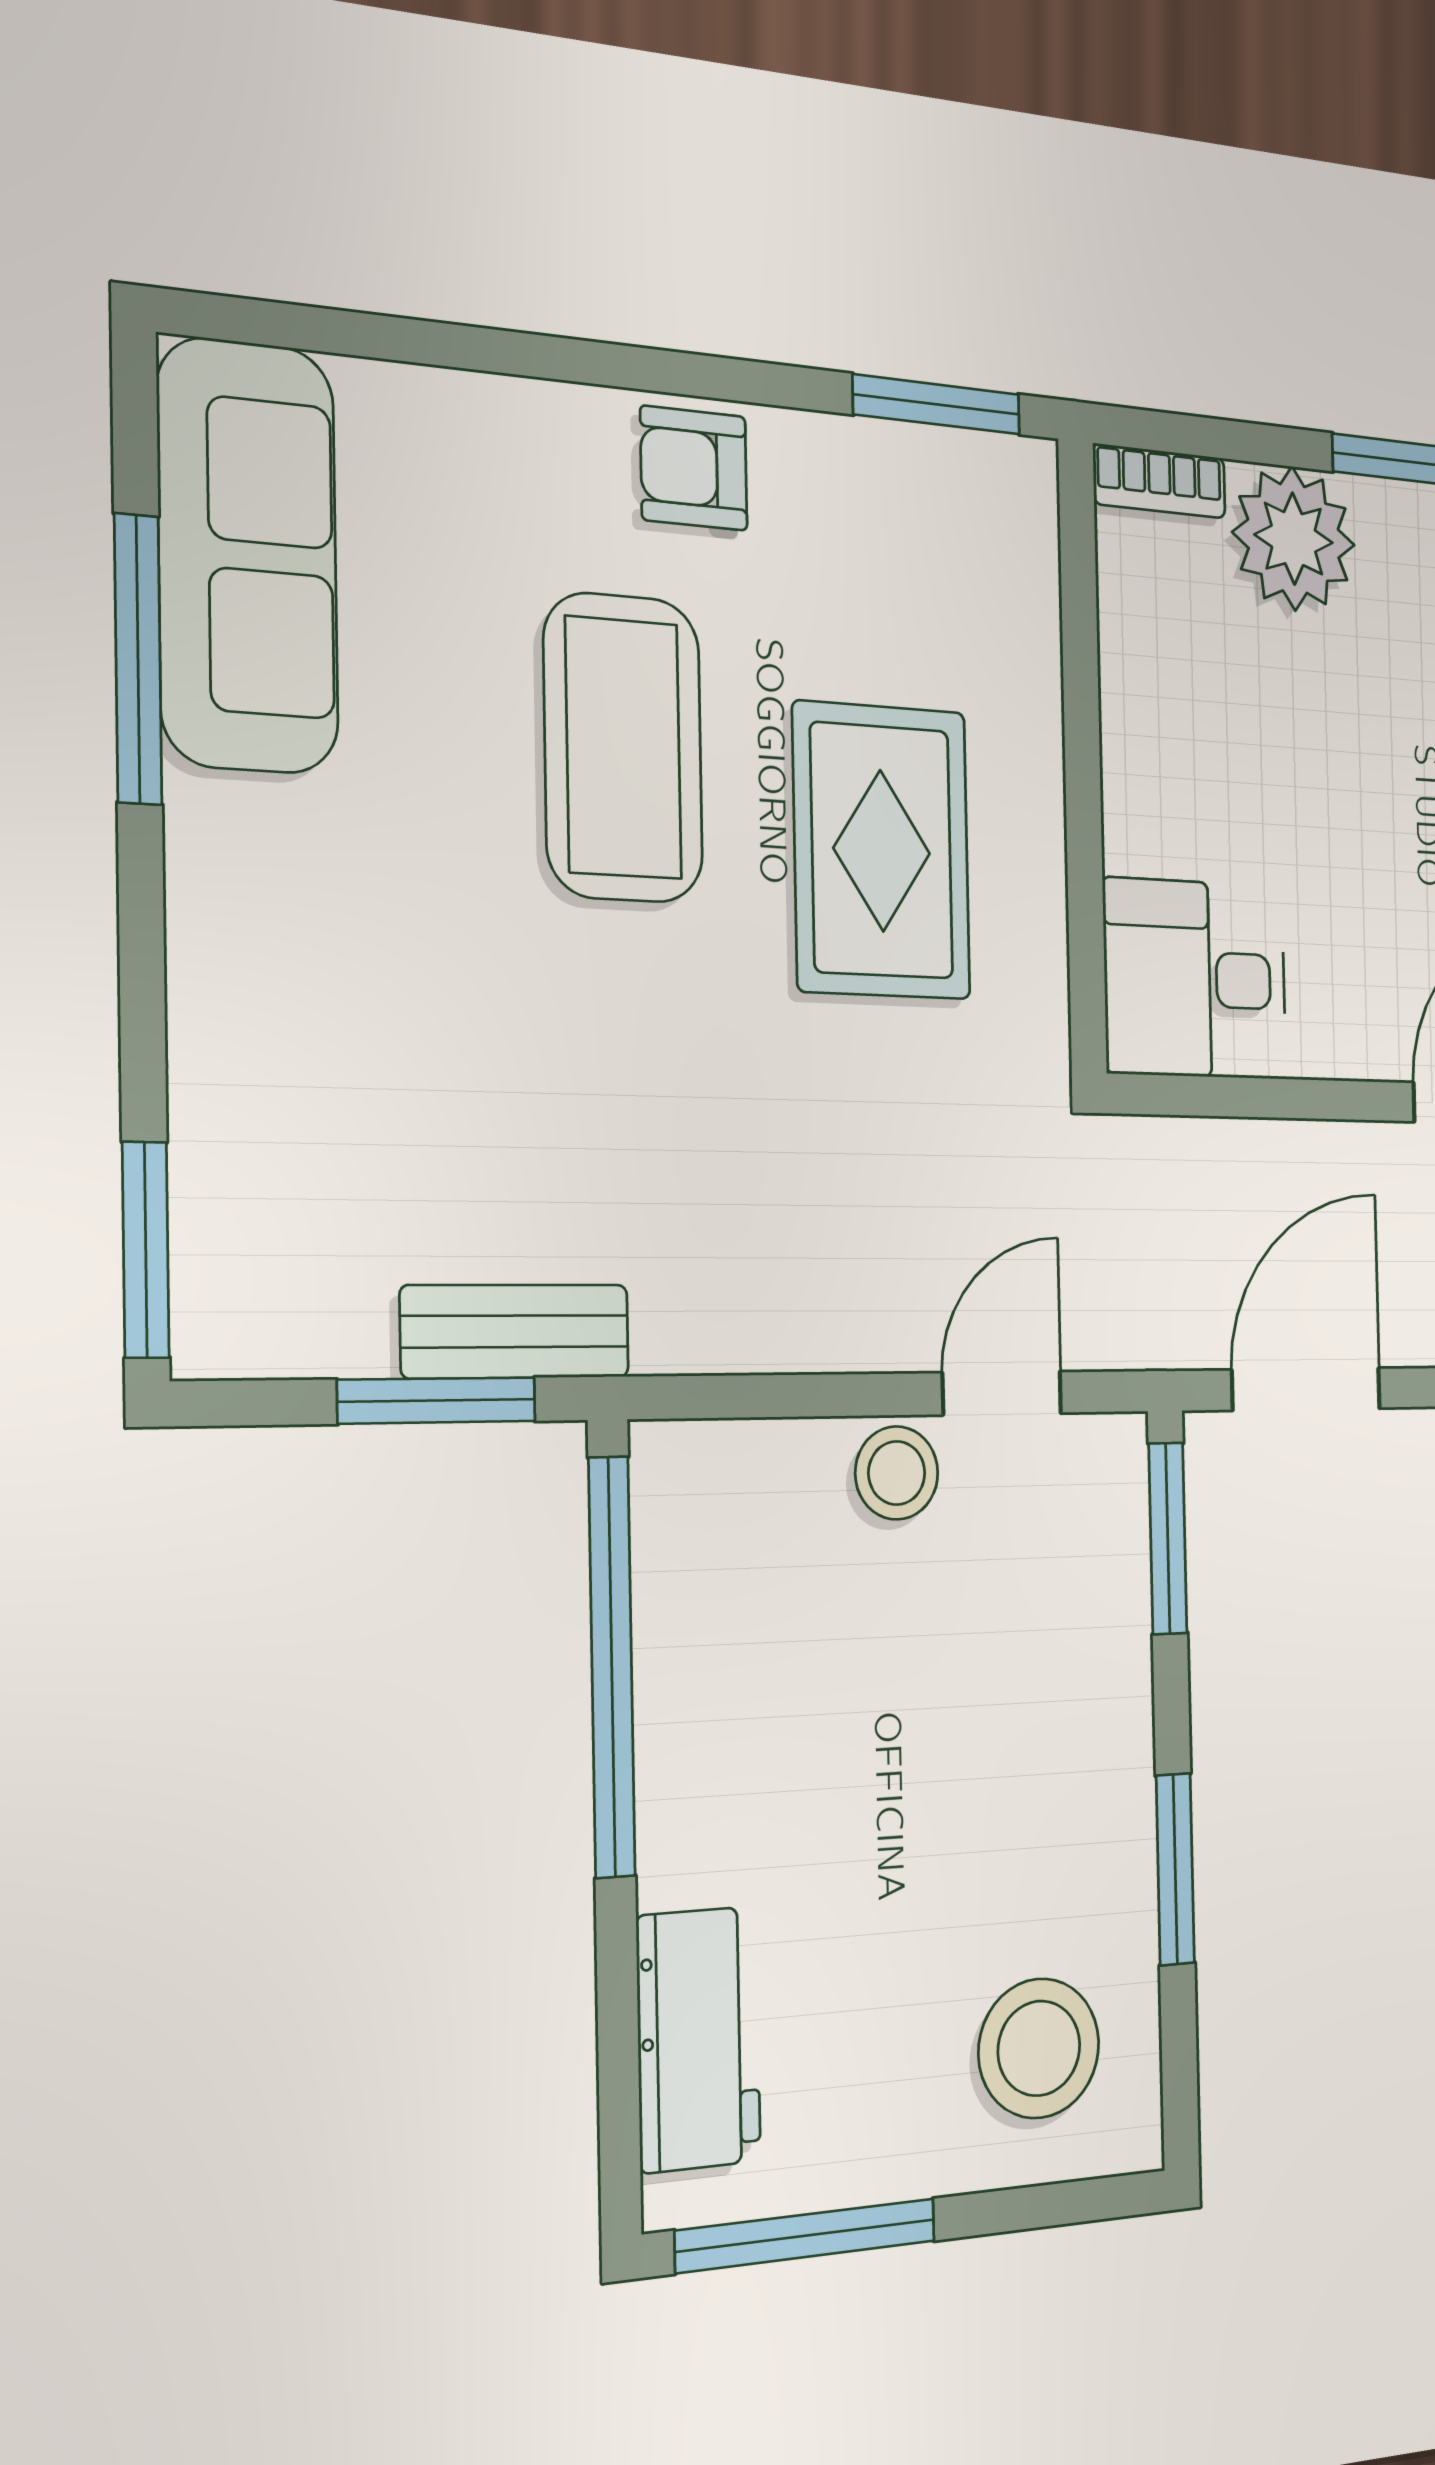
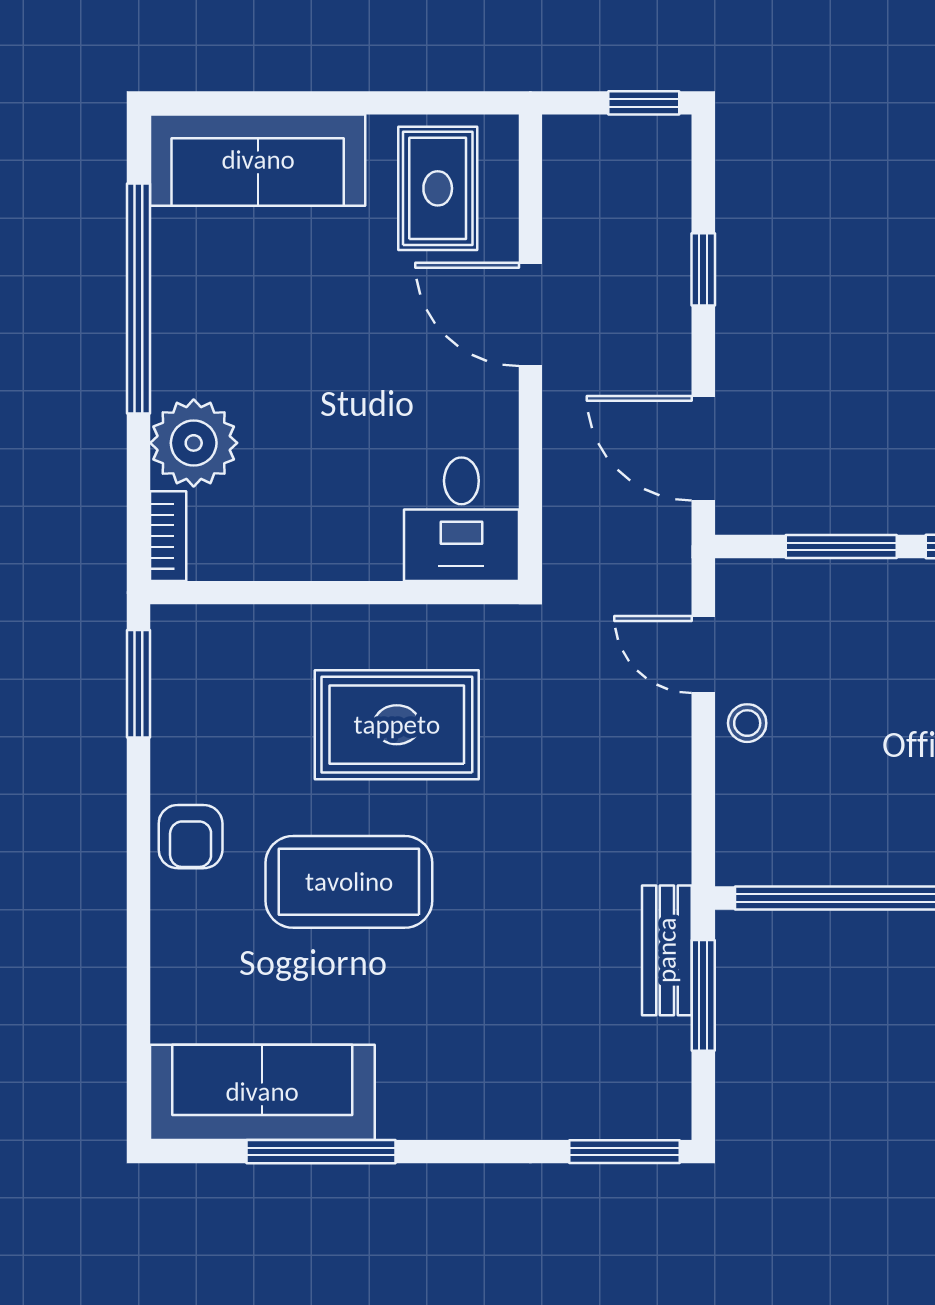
stool: (897, 1473) -> (747, 723), width x0.73, depth x0.73
window: (1168, 1538) -> (841, 547), moved

